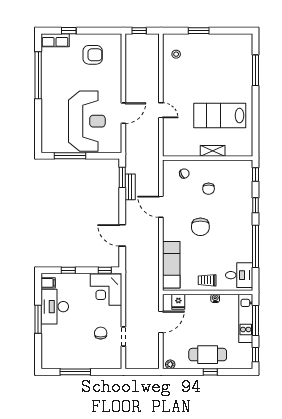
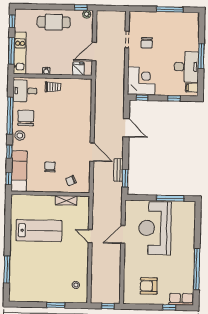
shelving: (213, 151) -> (66, 200), moved
stool: (244, 224) -> (20, 136), added
chair: (200, 227) -> (26, 118), moved
exam couch: (171, 265) -> (19, 171), moved, turned 180
window: (210, 372) -> (81, 8), moved

